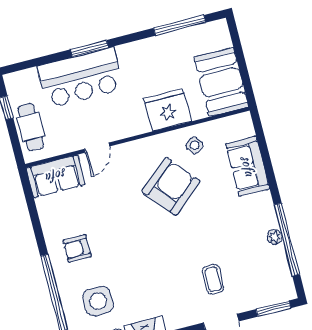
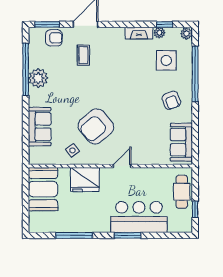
window: (180, 25) -> (74, 235), moved
door: (97, 148) -> (122, 166), moved
sofa: (56, 176) -> (181, 142), moved, turned -90
plant: (275, 237) -> (38, 78), width x1.87, depth x1.87
armchair: (77, 248) -> (171, 100), turned 69
armchair: (259, 292) -> (54, 38), added

